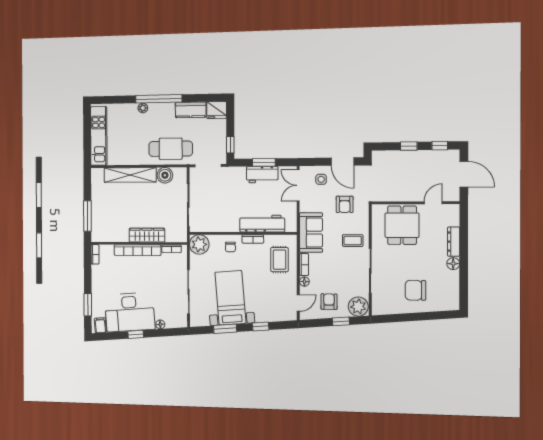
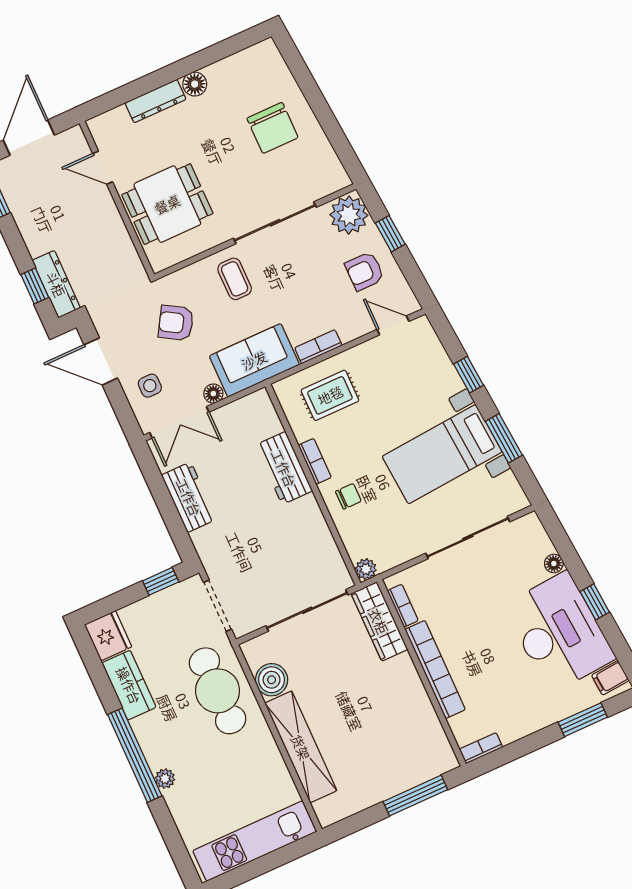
window: (409, 146) -> (35, 286), moved
dresser: (388, 157) -> (56, 284), added
window: (264, 162) -> (165, 504), removed
door: (342, 162) -> (101, 361), swing flipped
armchair: (345, 204) -> (176, 323), turned -149
workbench: (262, 224) -> (284, 468), width x0.73
wardrobe: (147, 235) -> (379, 621), moved
plant: (199, 244) -> (366, 569), width x0.53, depth x0.53
floor lamp: (304, 282) -> (213, 394), moved

